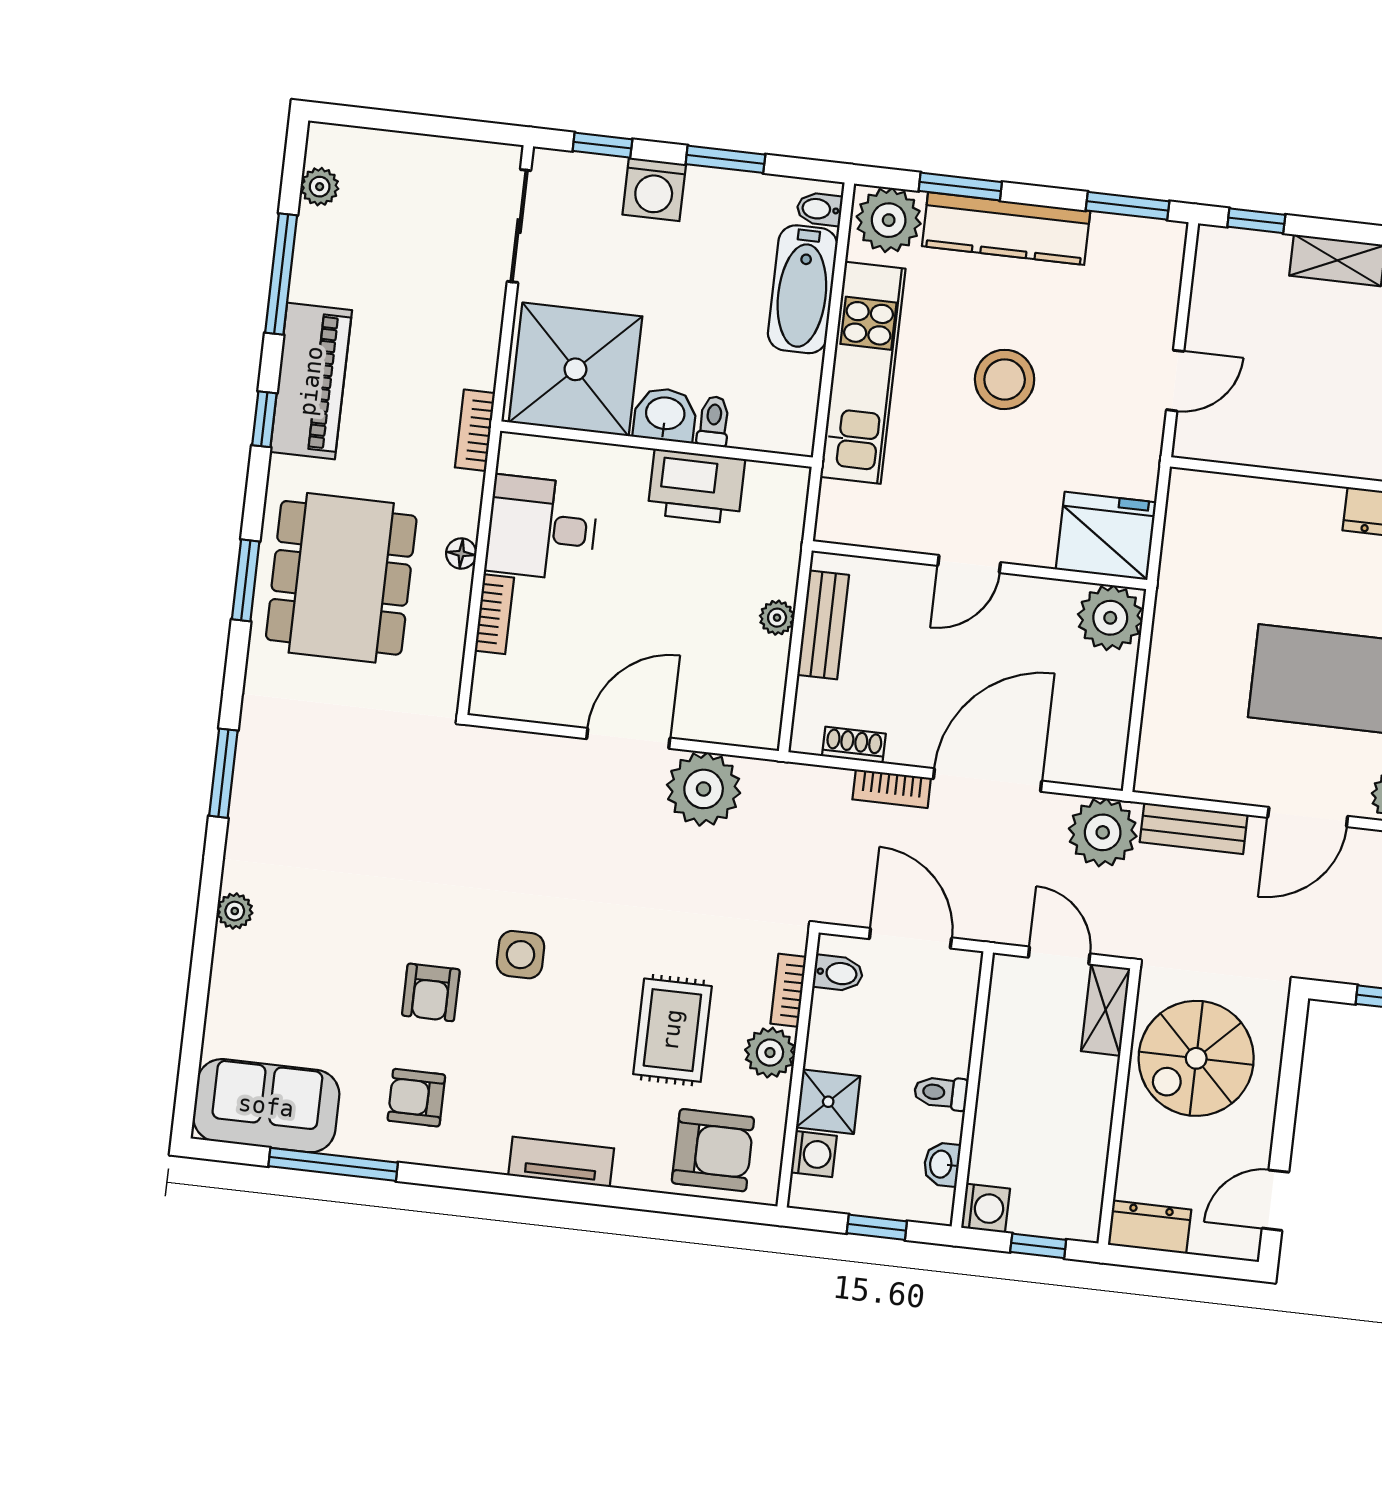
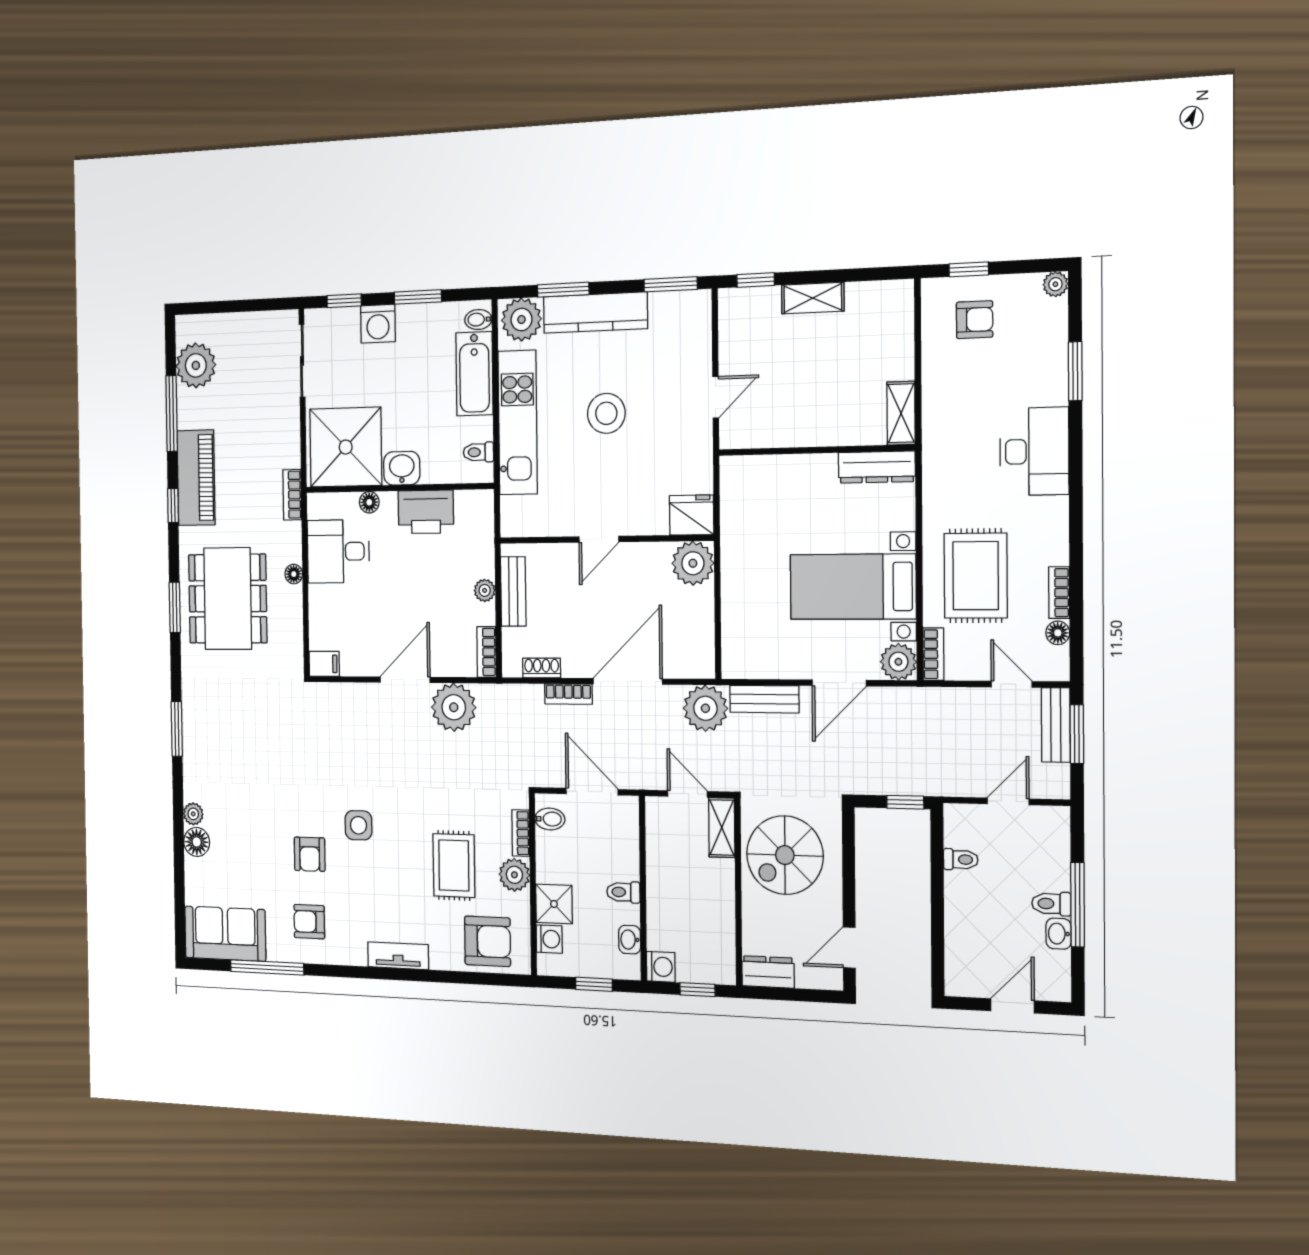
plant: (320, 187) -> (196, 365), width x1.87, depth x1.87
toilet: (714, 421) -> (478, 452), moved, turned -90
floor lamp: (604, 459) -> (369, 502), added
fridge: (1106, 536) -> (692, 515), width x0.73, depth x0.75
bookcase: (494, 614) -> (487, 652), moved, turned 180
filing cabinet: (495, 699) -> (324, 664), added
floor lamp: (235, 956) -> (197, 842), added

